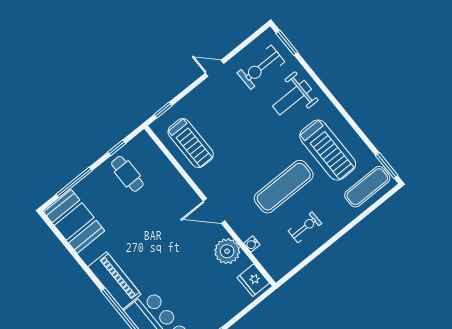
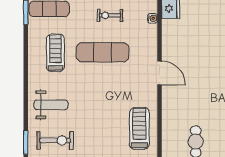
treadmill: (328, 150) -> (55, 53), width x0.73, depth x0.73
water cooler: (252, 244) -> (153, 18), moved
plant: (227, 251) -> (172, 40), removed

